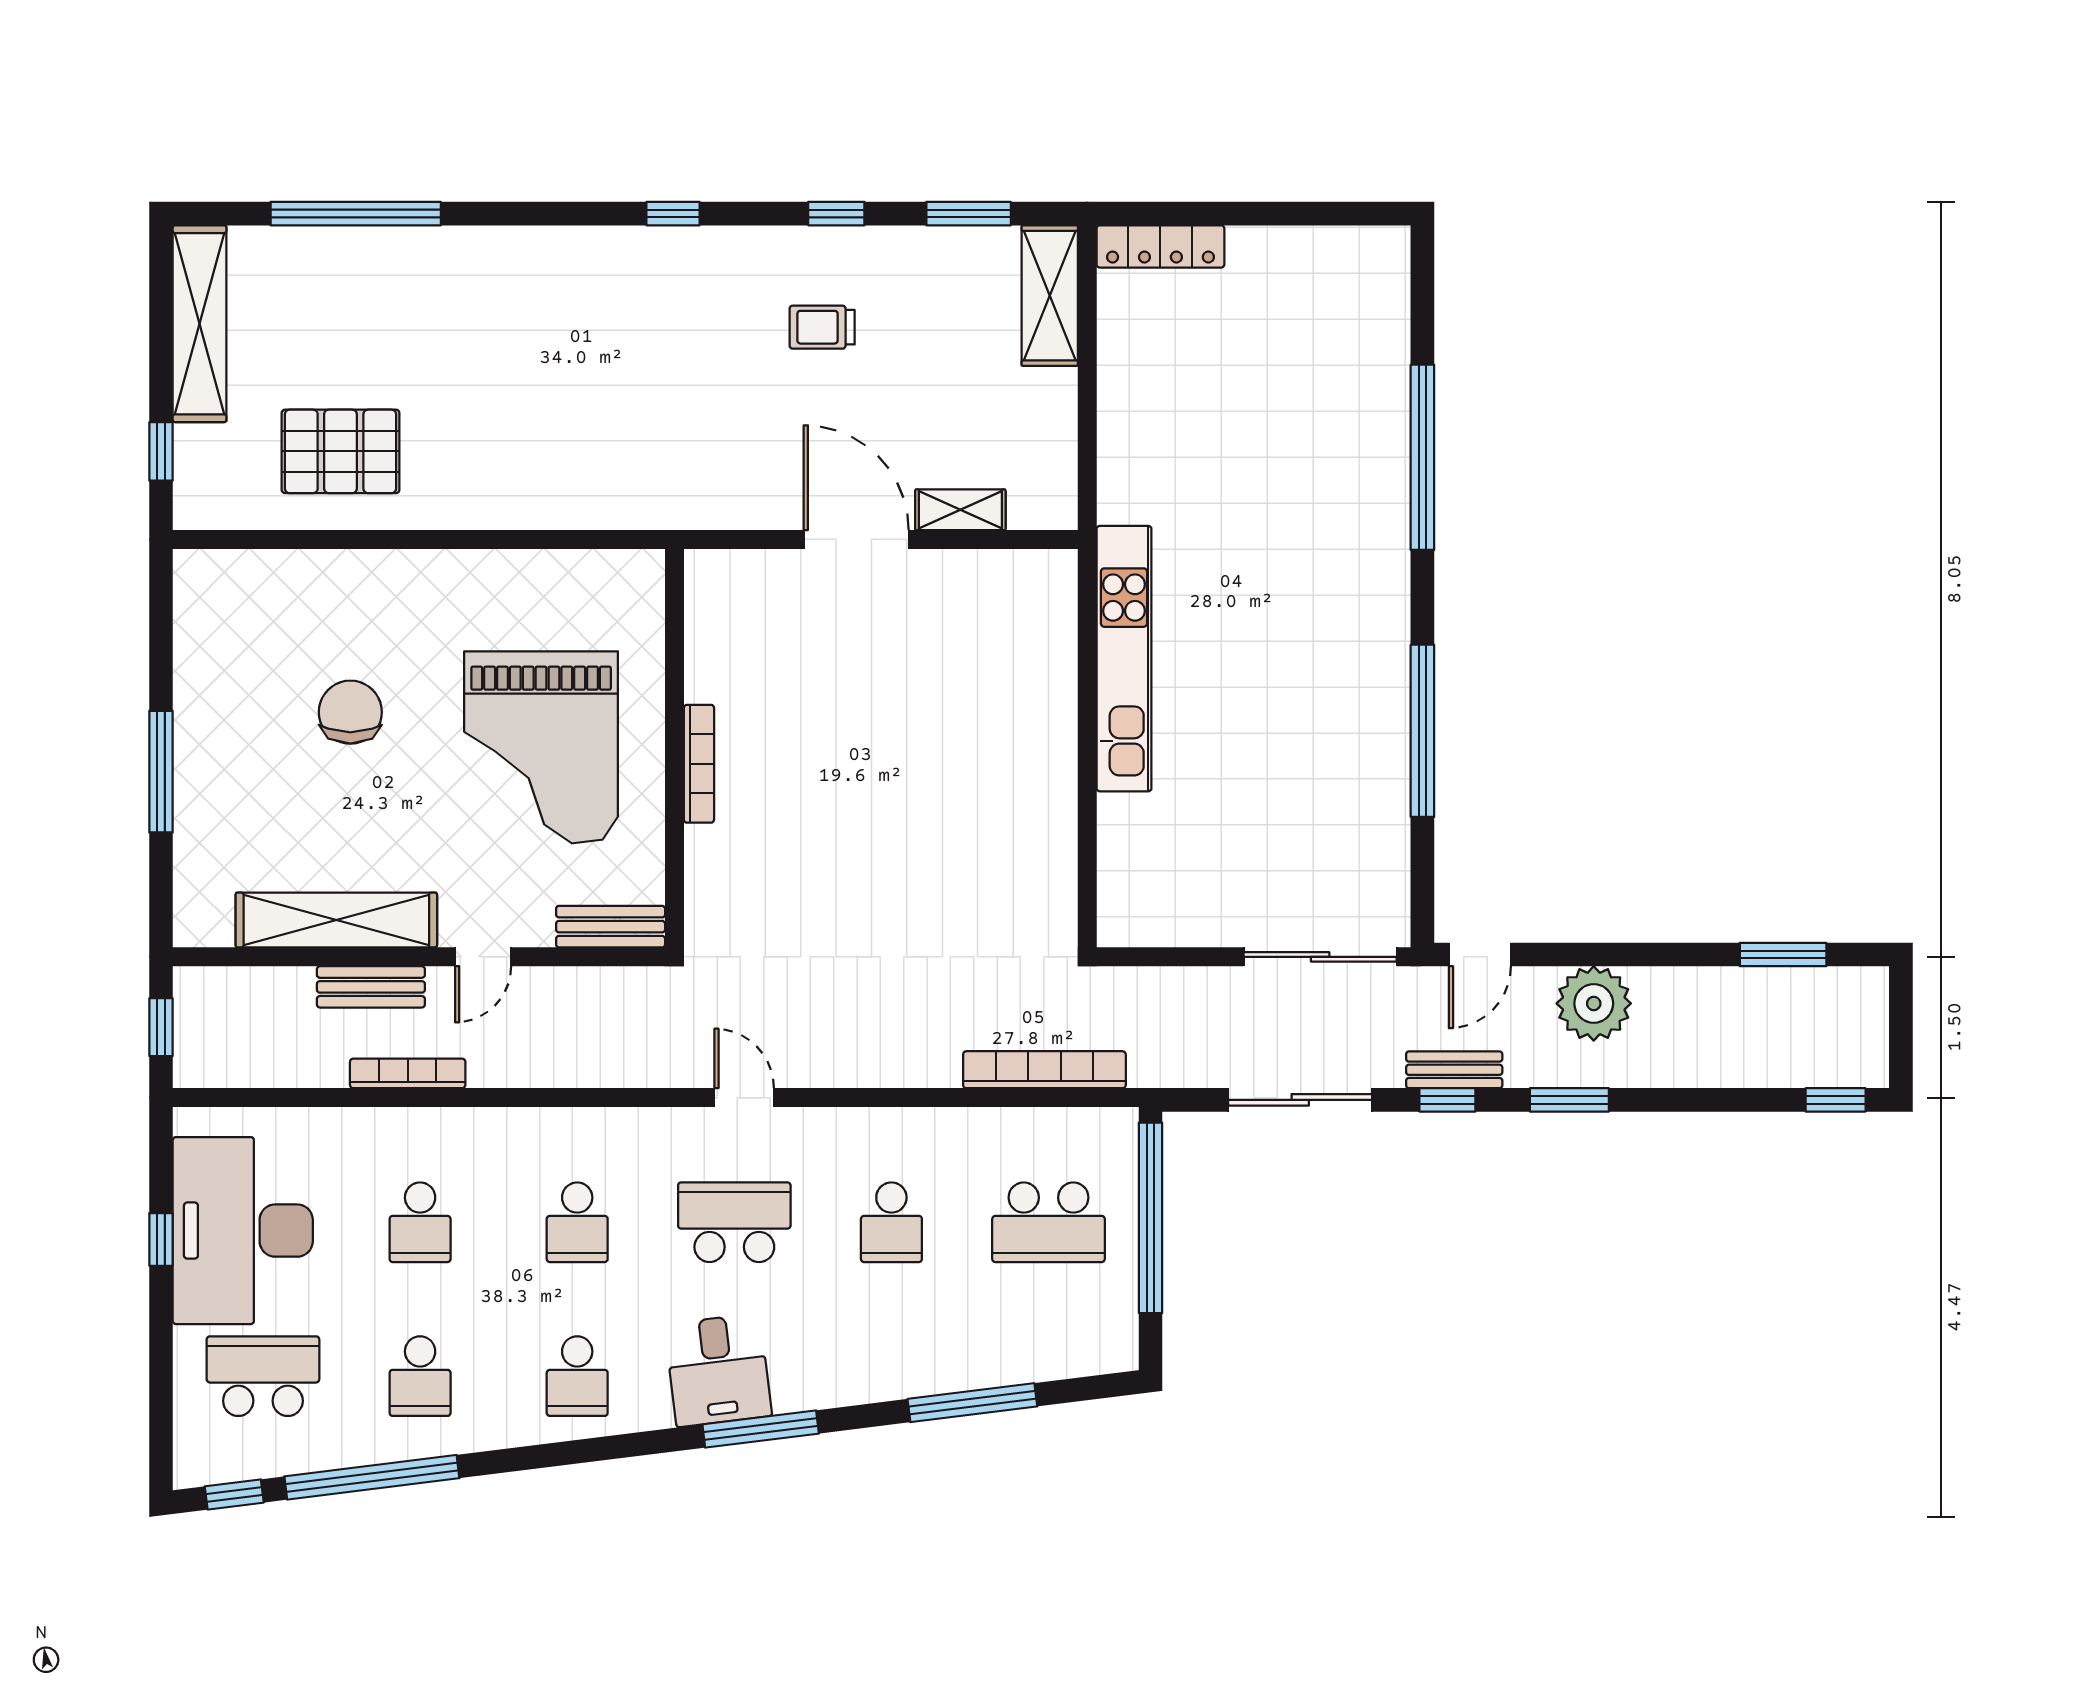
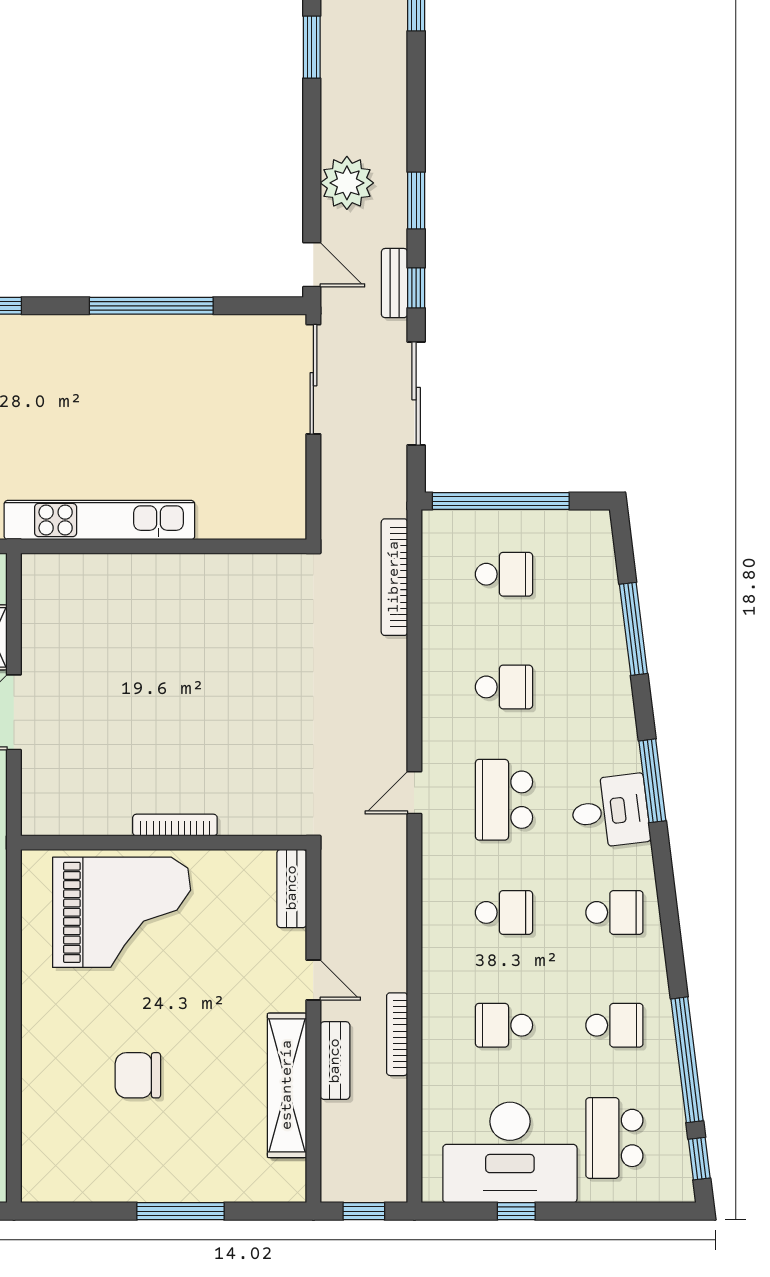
grand piano: (541, 747) -> (122, 912), moved
school desk: (420, 1222) -> (504, 1025), turned 180
school desk: (1049, 1222) -> (504, 574), width x0.54

